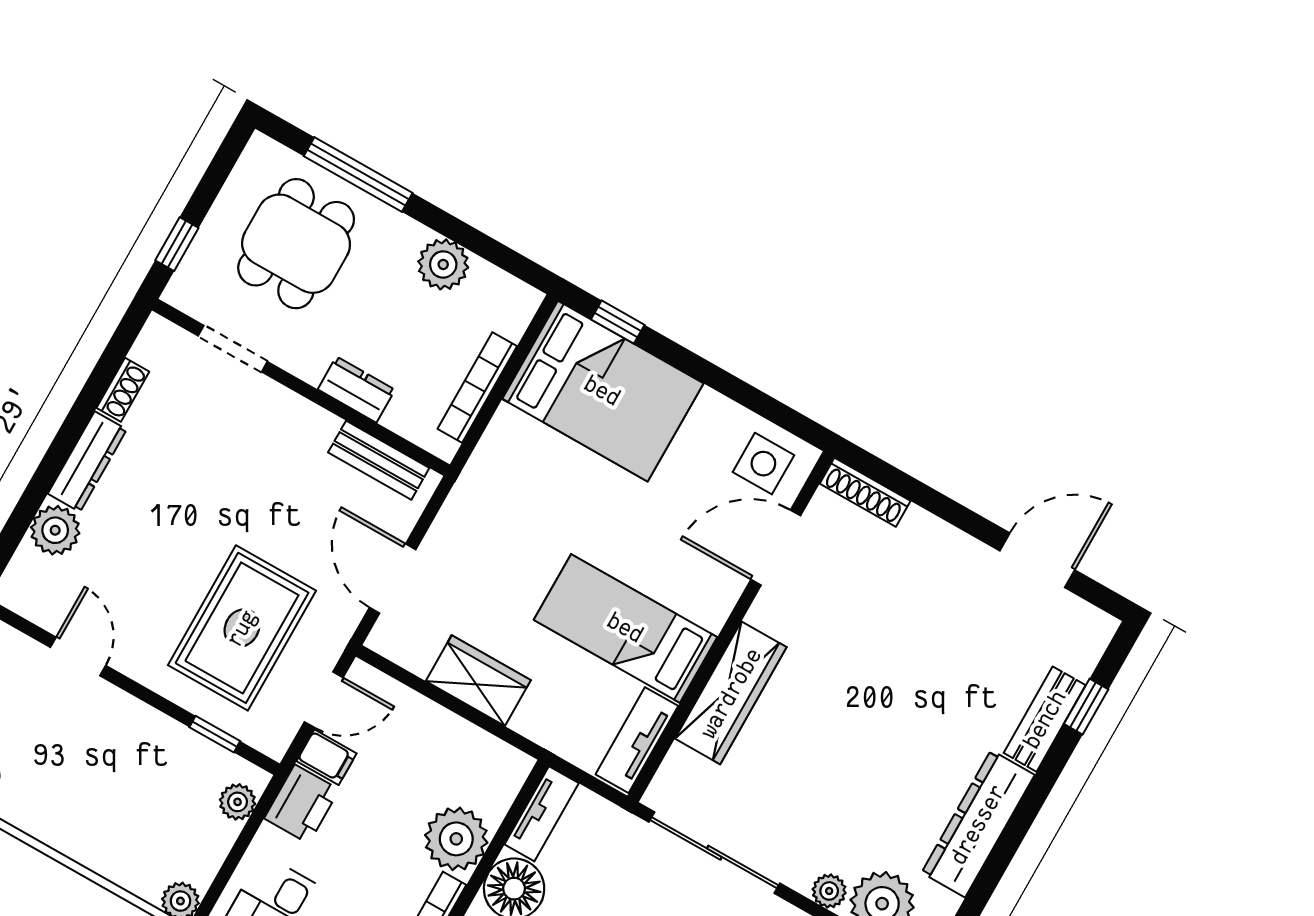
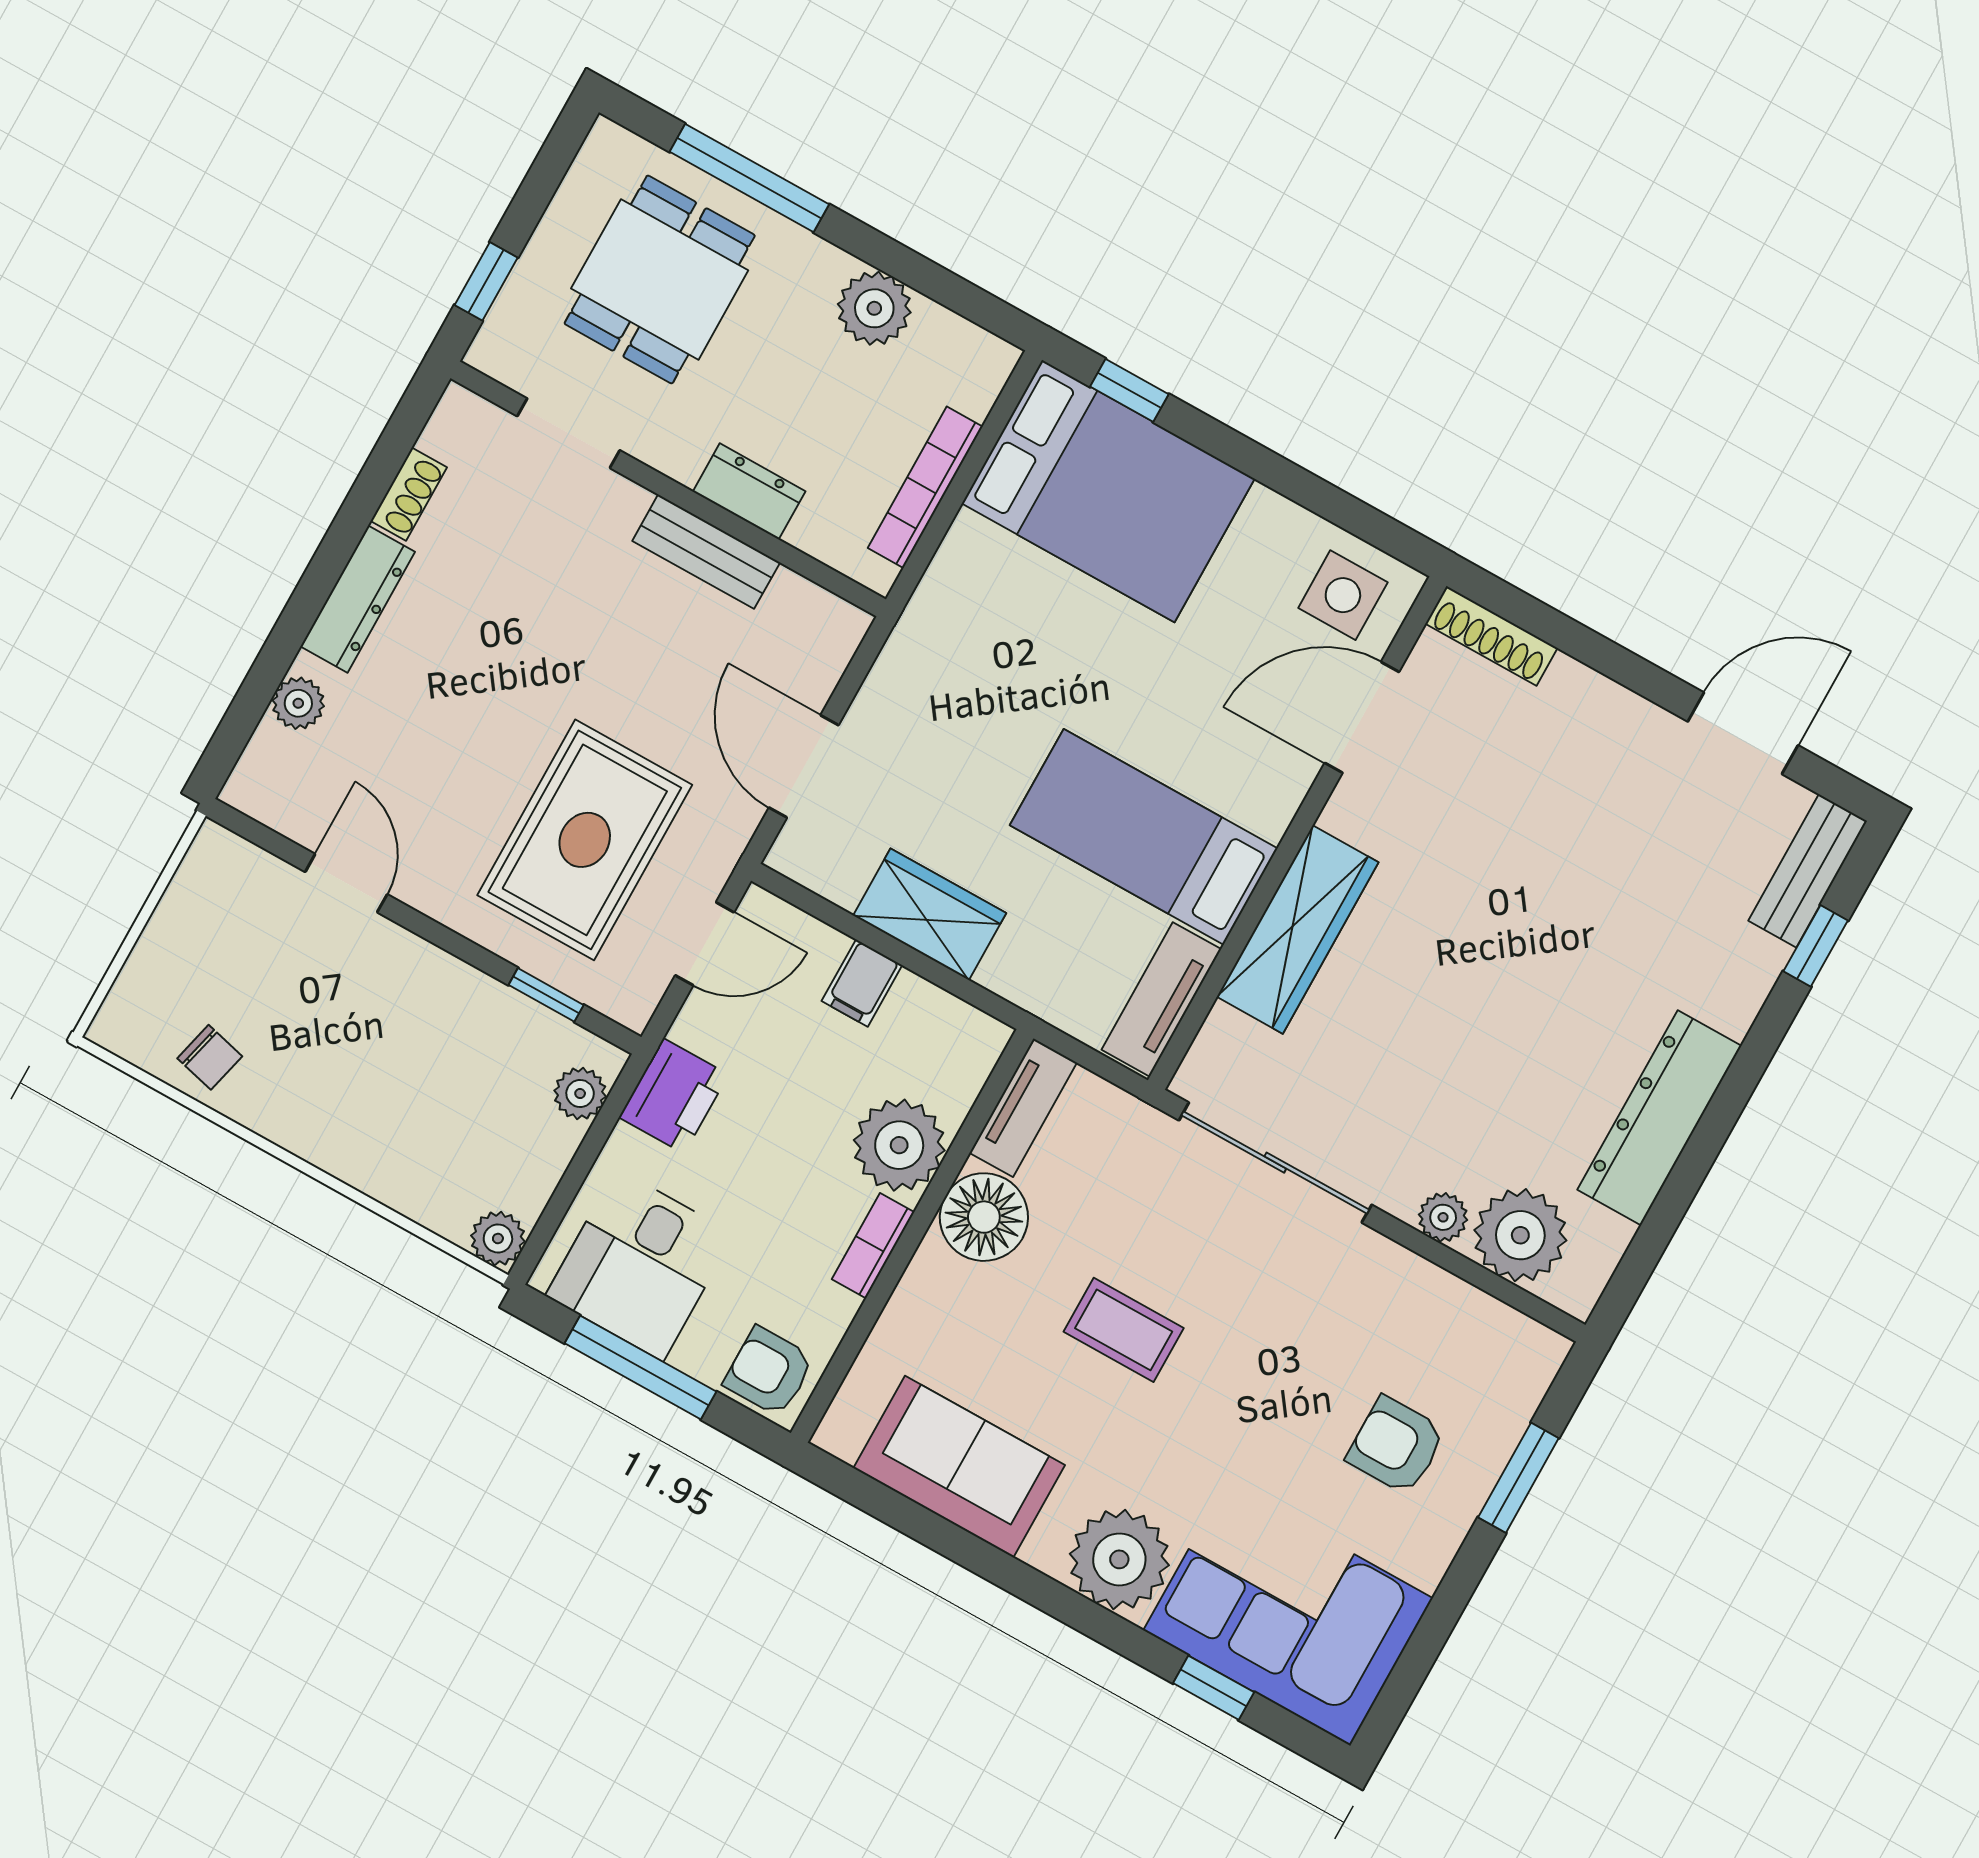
bench: (379, 460) -> (706, 552), moved
plant: (55, 530) -> (298, 703), width x0.73, depth x0.73
bench: (1045, 719) -> (1808, 871), moved
filing cabinet: (327, 757) -> (862, 983), moved, turned 90

